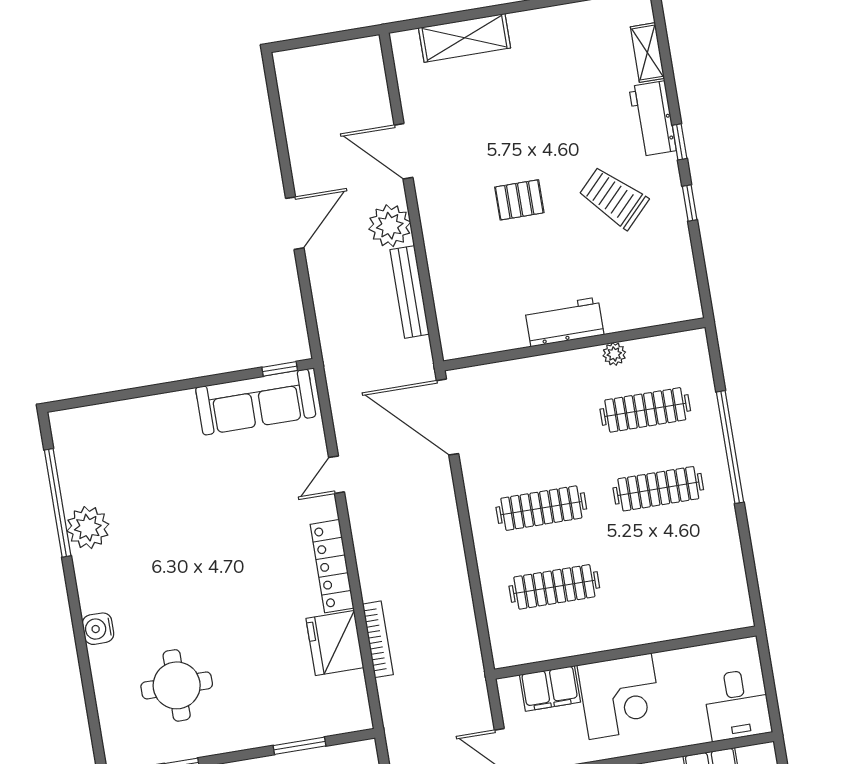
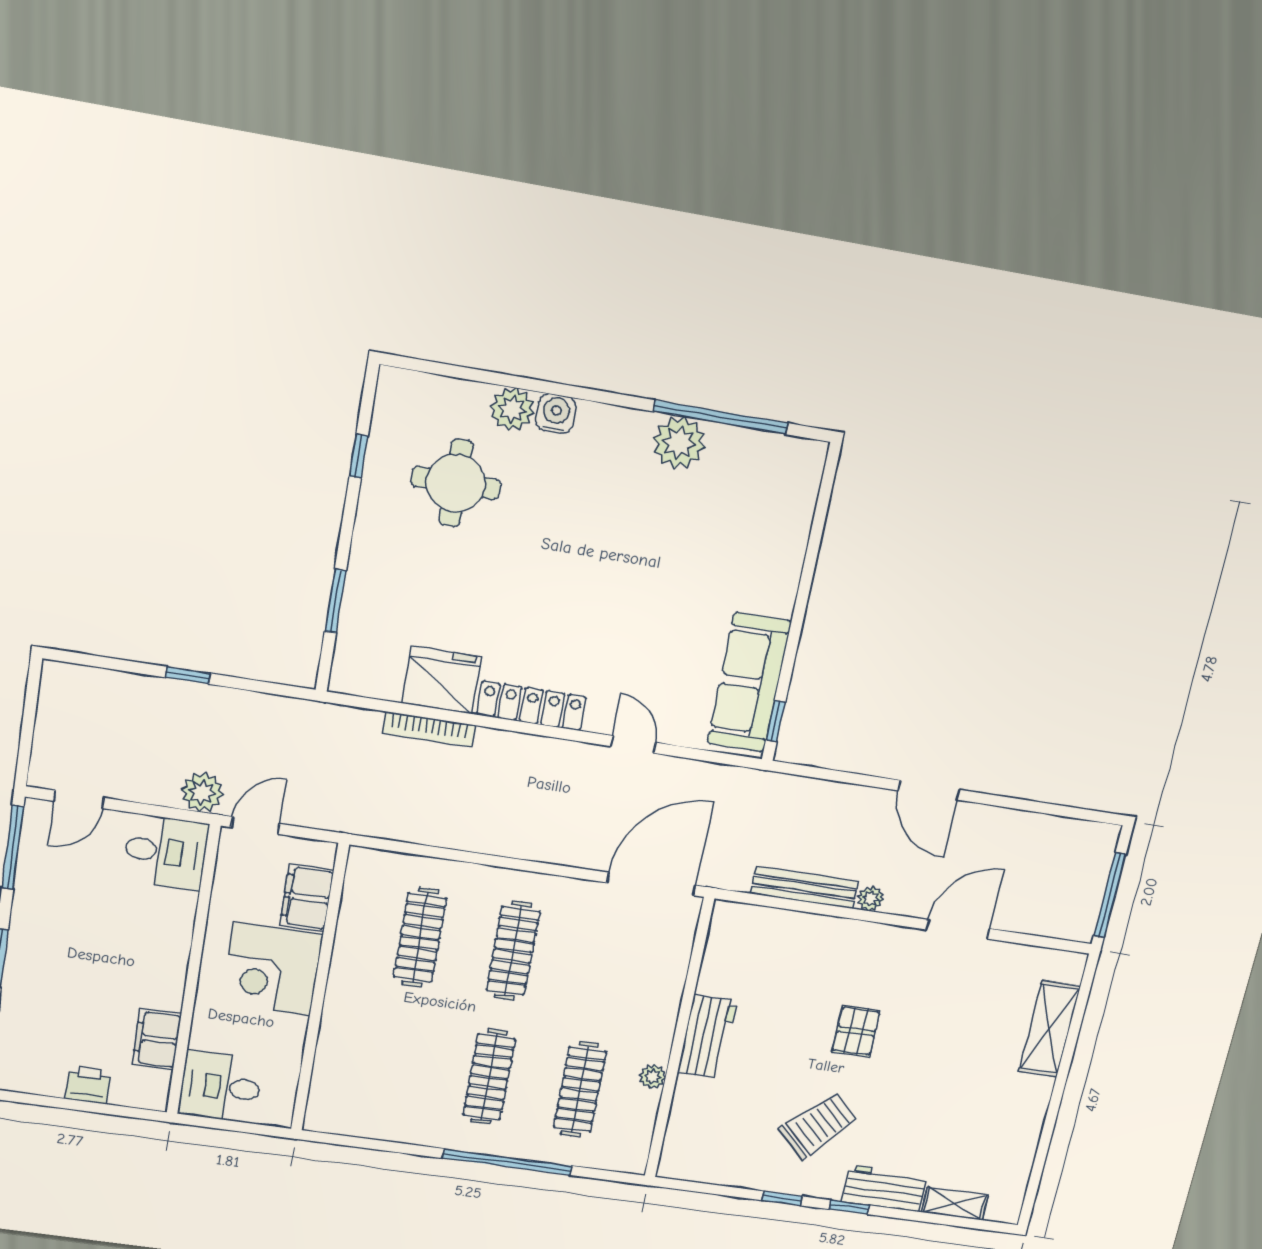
window: (333, 37) -> (1110, 895), added
plant: (390, 226) -> (871, 899), width x0.53, depth x0.53
plant: (106, 662) -> (512, 409), added

